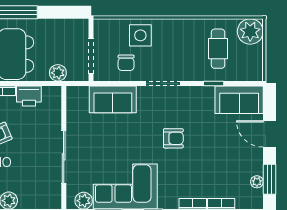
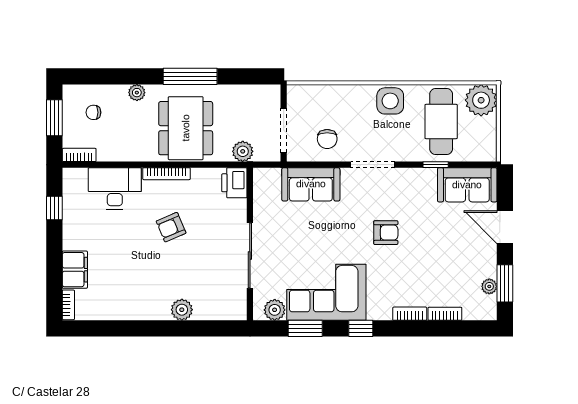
side table: (140, 35) -> (390, 101), moved
cafe table: (218, 49) -> (441, 121), width x1.37, depth x1.35
printer: (29, 96) -> (234, 183), moved, turned 90

